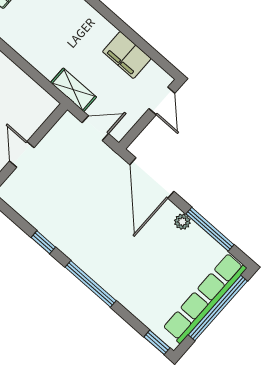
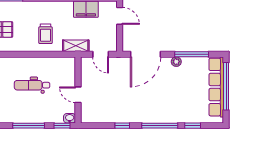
trolley: (49, 41) -> (45, 34), added
door: (95, 128) -> (101, 54), swing flipped
door: (152, 178) -> (145, 54), hinge flipped
window: (157, 342) -> (193, 126), moved

